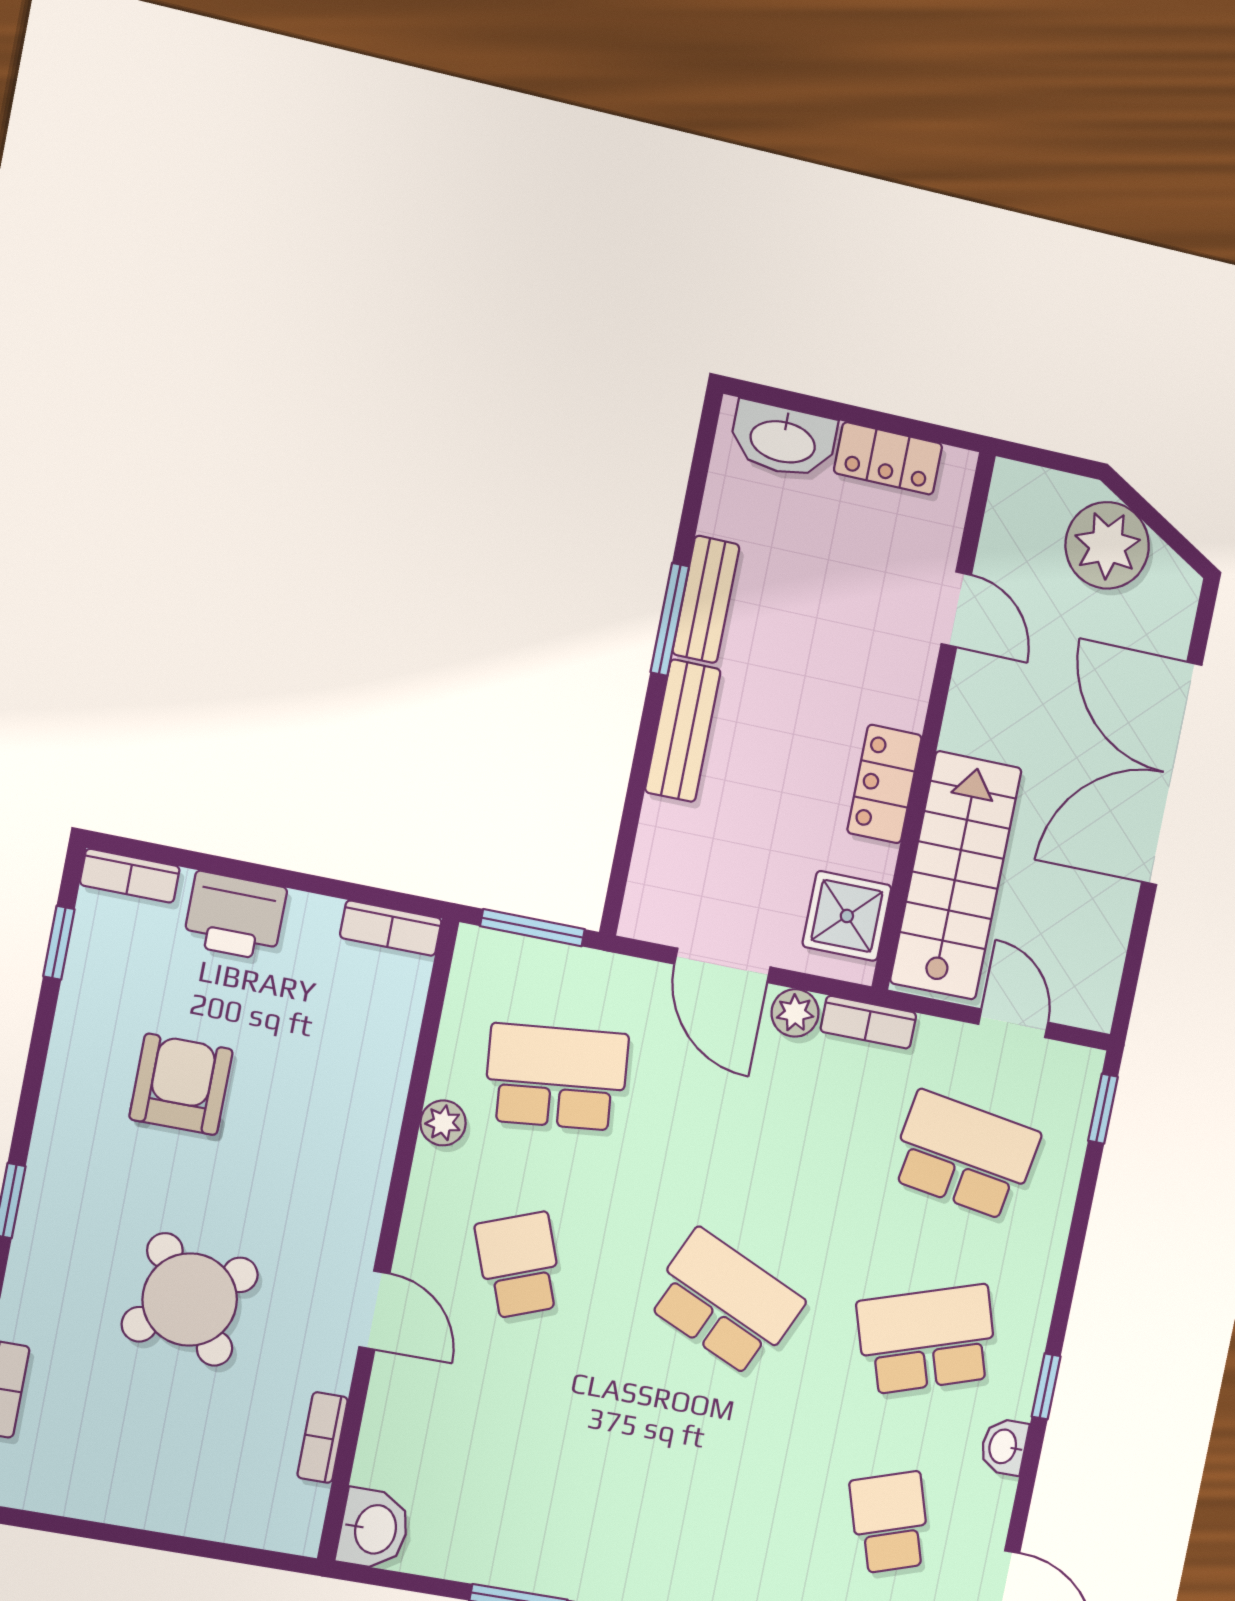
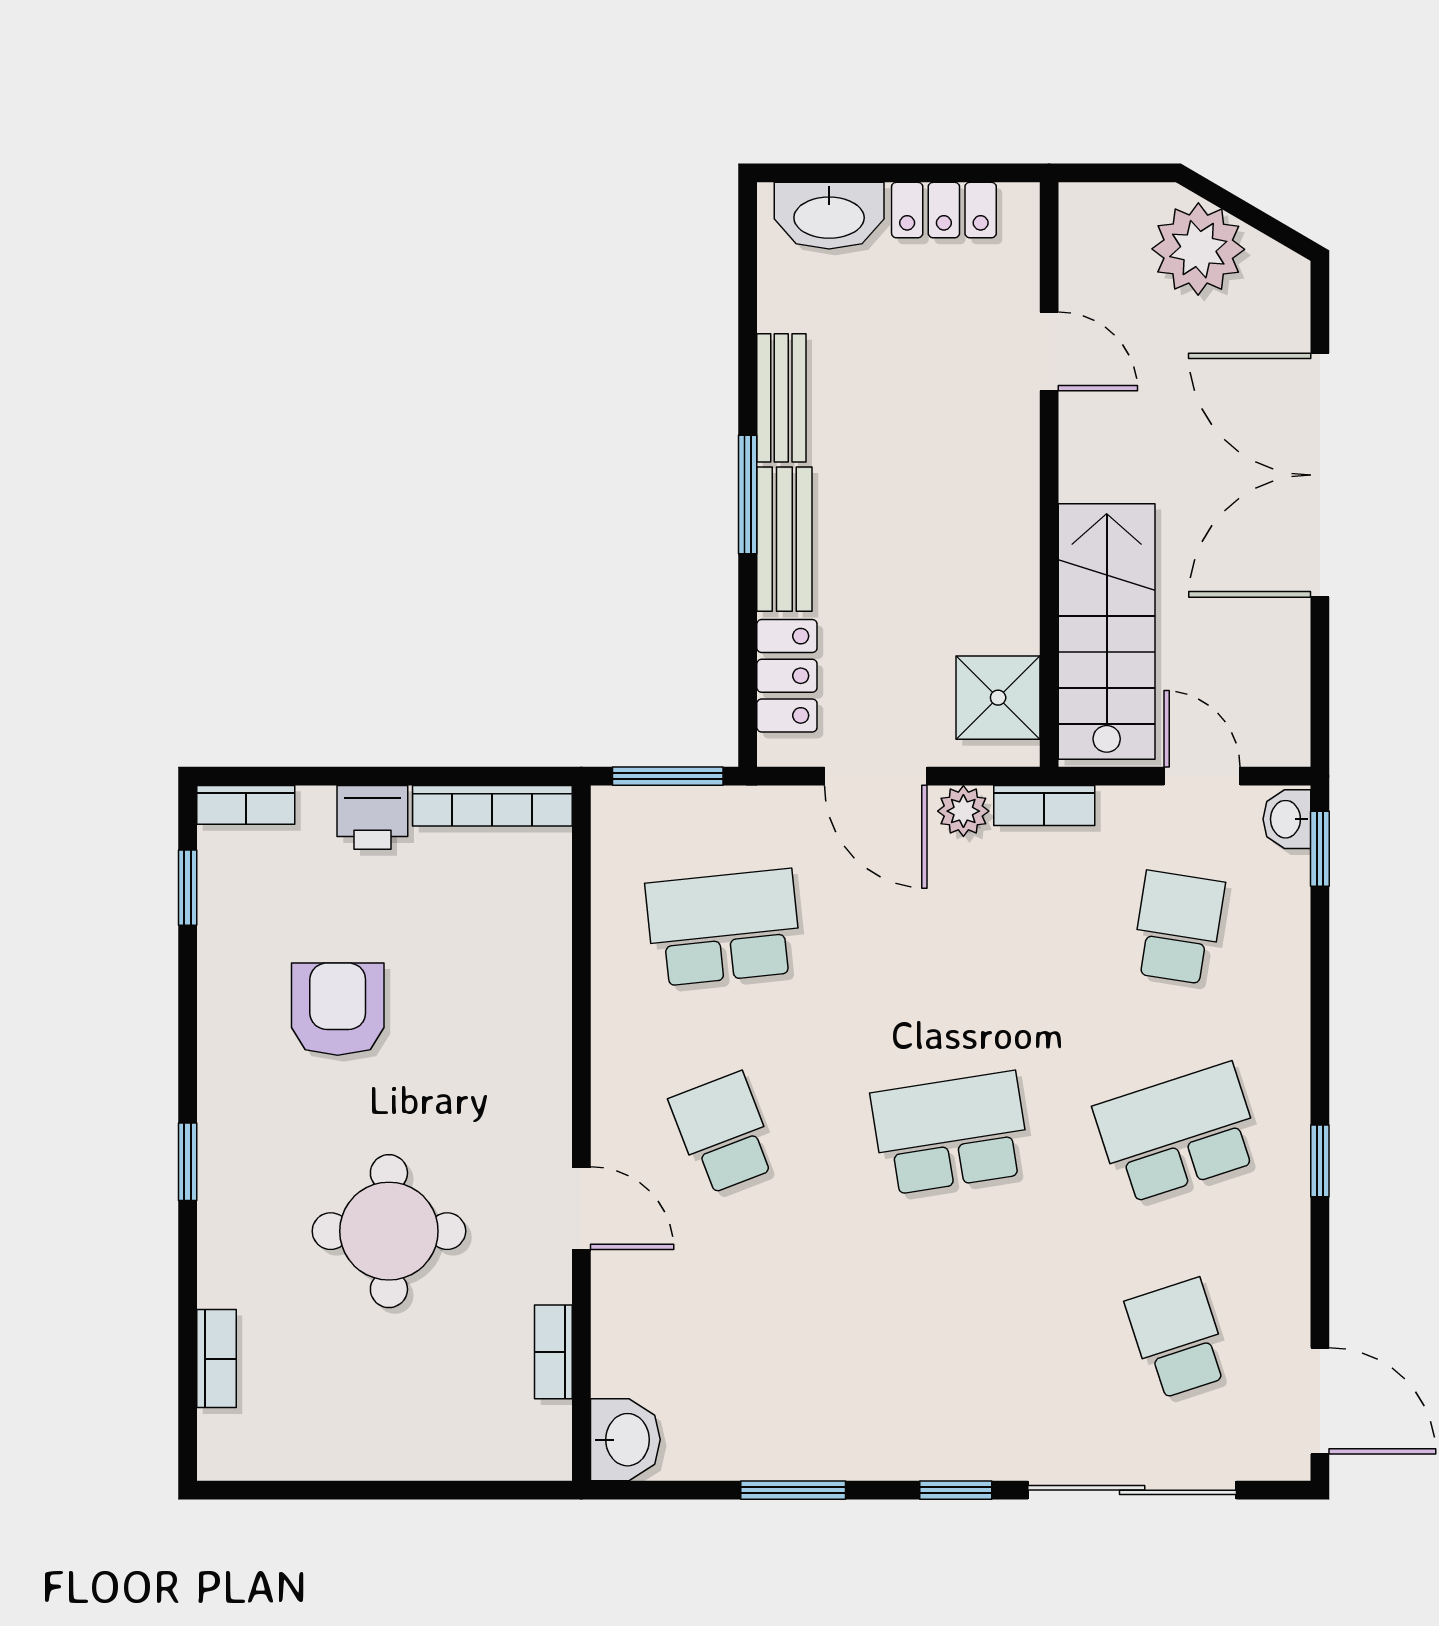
window: (670, 619) -> (748, 495), moved
locker: (884, 784) -> (787, 676), moved, turned 180
printer: (235, 916) -> (372, 817), width x0.73, depth x0.81
bookcase: (391, 928) -> (492, 806), width x1.56
plant: (443, 1123) -> (615, 998), removed
school desk: (964, 1155) -> (1178, 928), width x0.54
round table: (190, 1299) -> (389, 1231), turned 37
school desk: (725, 1303) -> (951, 1133), turned -33
washbasin: (1004, 1447) -> (1287, 819), moved

